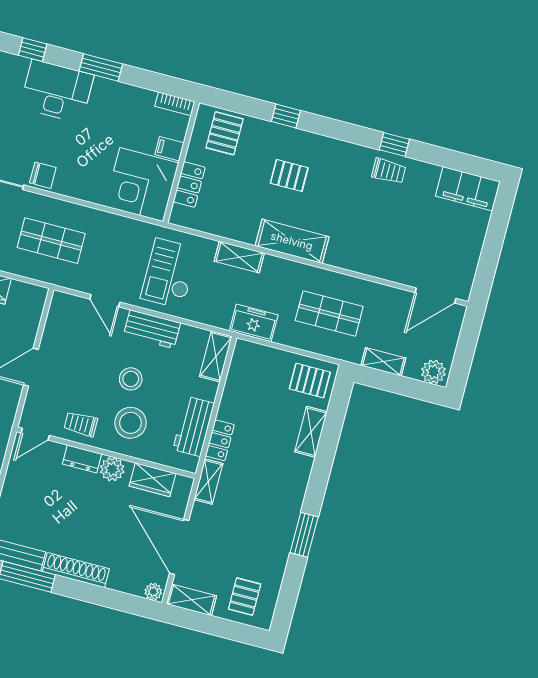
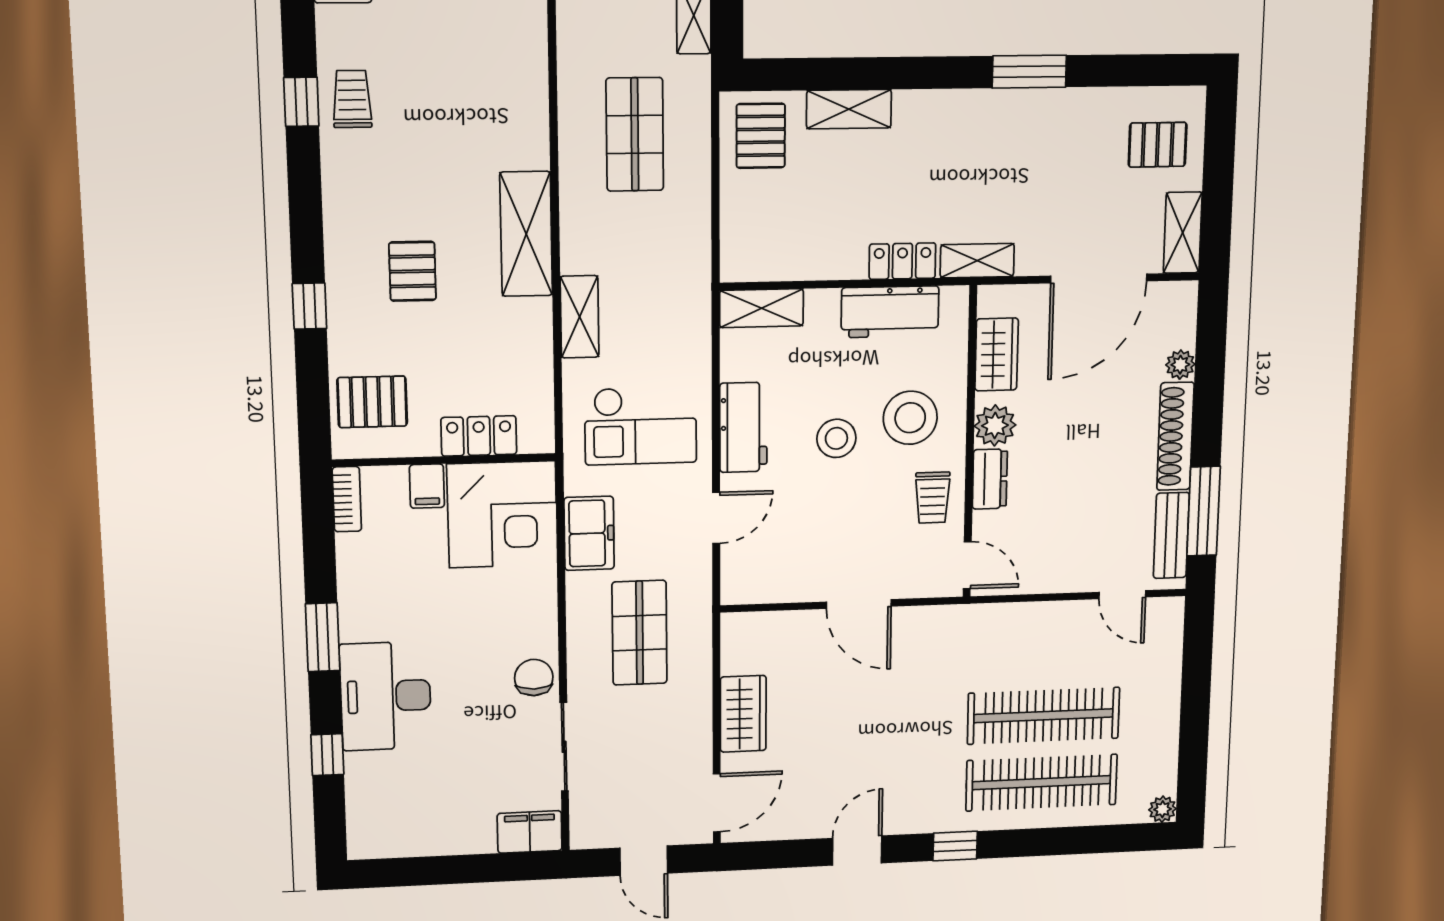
freezer: (254, 323) -> (589, 533), moved, turned 180
plant: (153, 592) -> (1180, 365), moved

